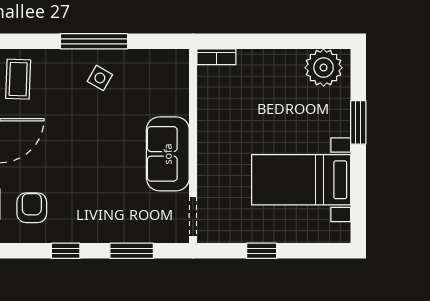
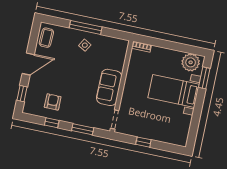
window: (358, 122) -> (204, 78), moved
bed with nightstands: (301, 180) -> (174, 91), moved
armchair: (32, 208) -> (53, 102), moved

